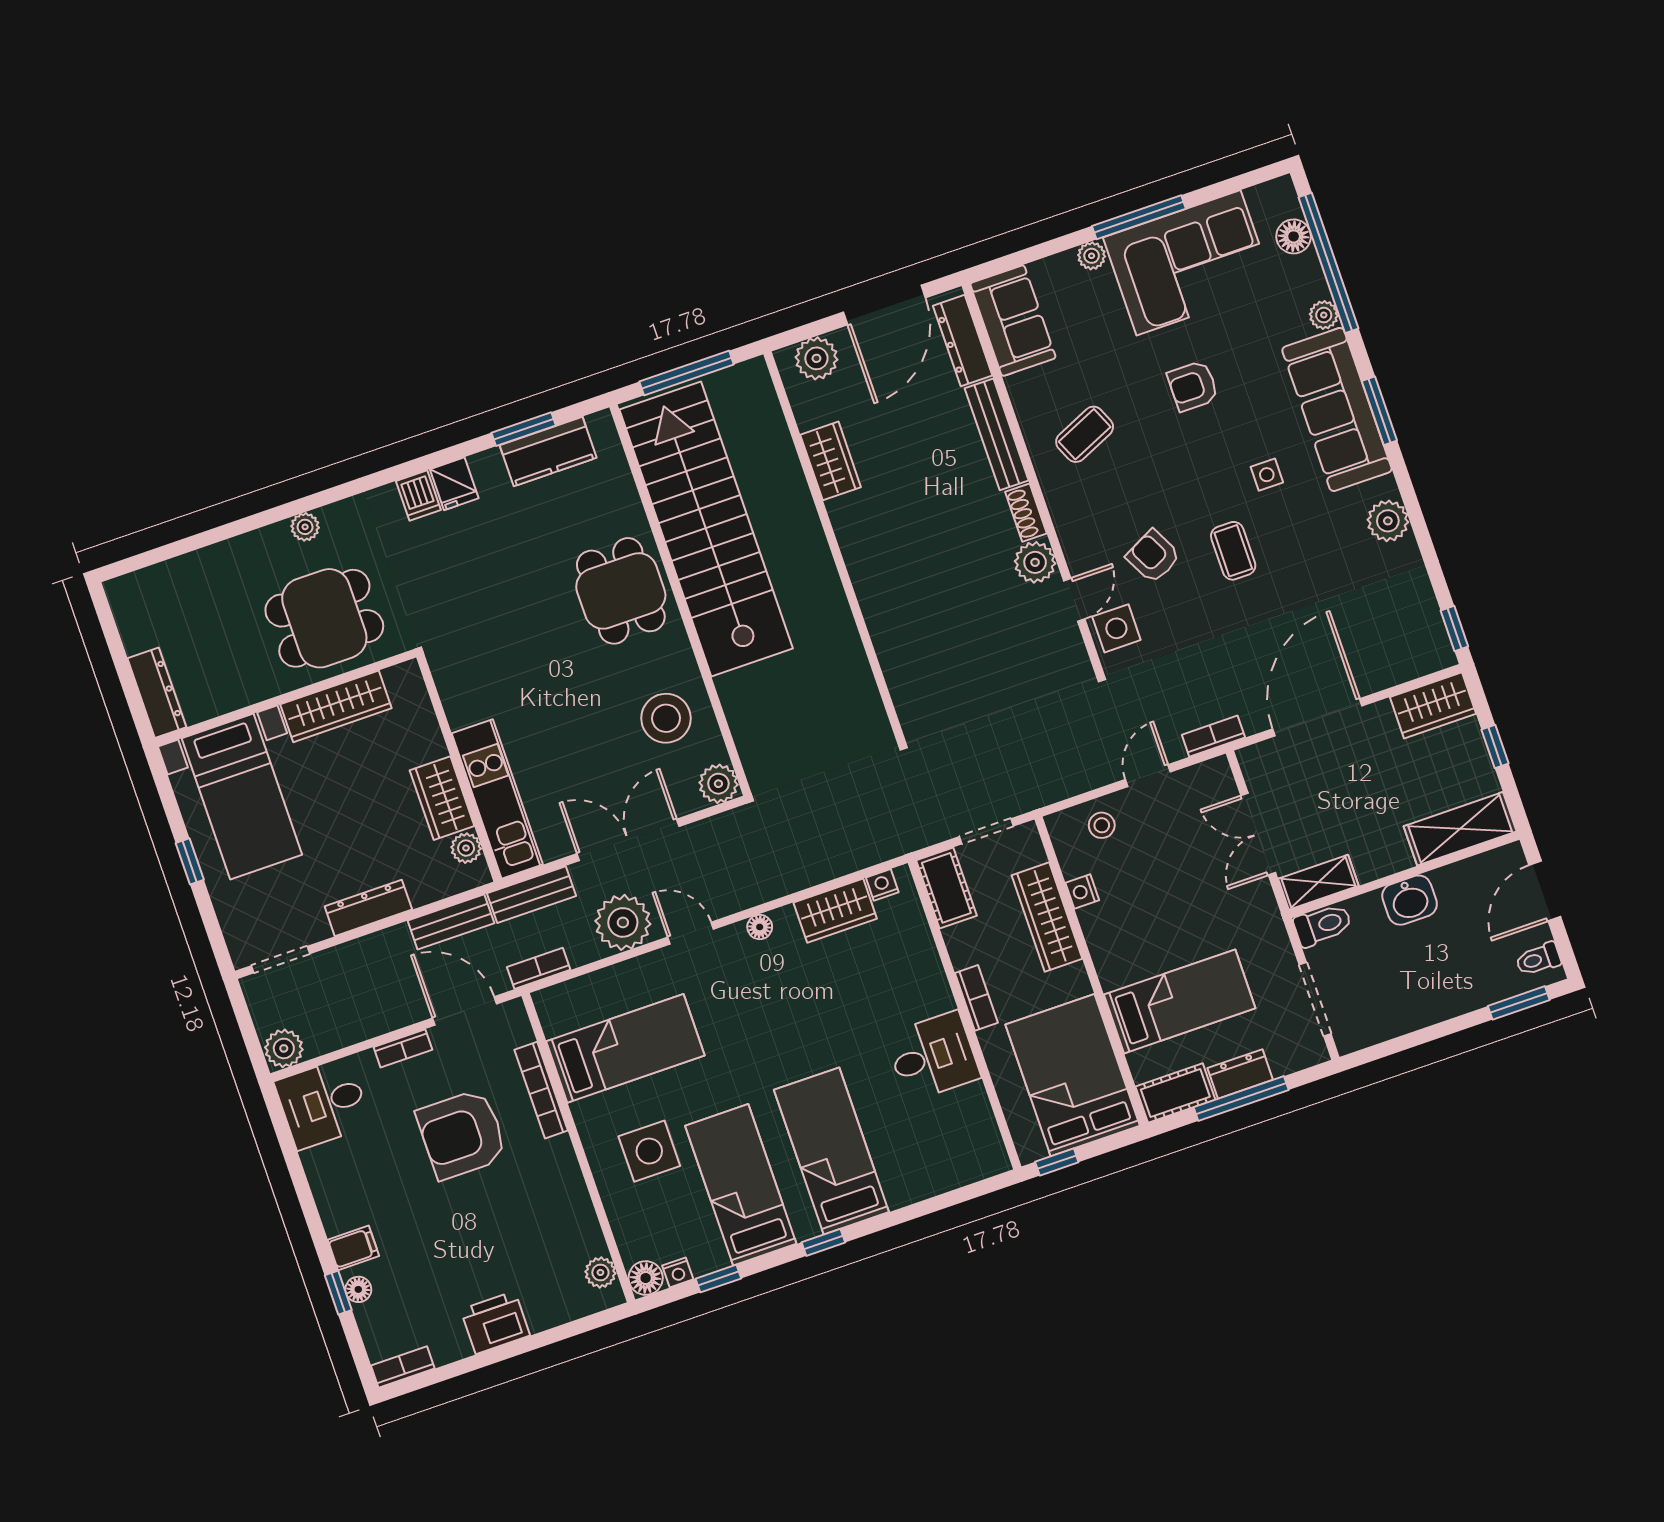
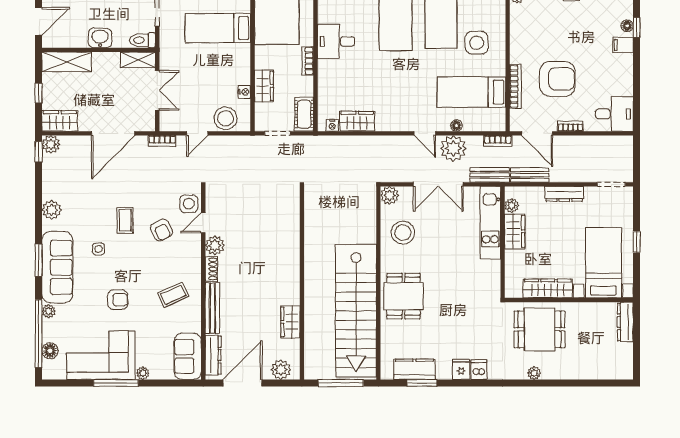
stool: (1102, 825) -> (226, 118), width x1.89, depth x1.89
wardrobe: (1047, 917) -> (264, 86), width x0.67
floor lamp: (760, 927) -> (456, 125), moved
plant: (284, 1048) -> (51, 144), moved

